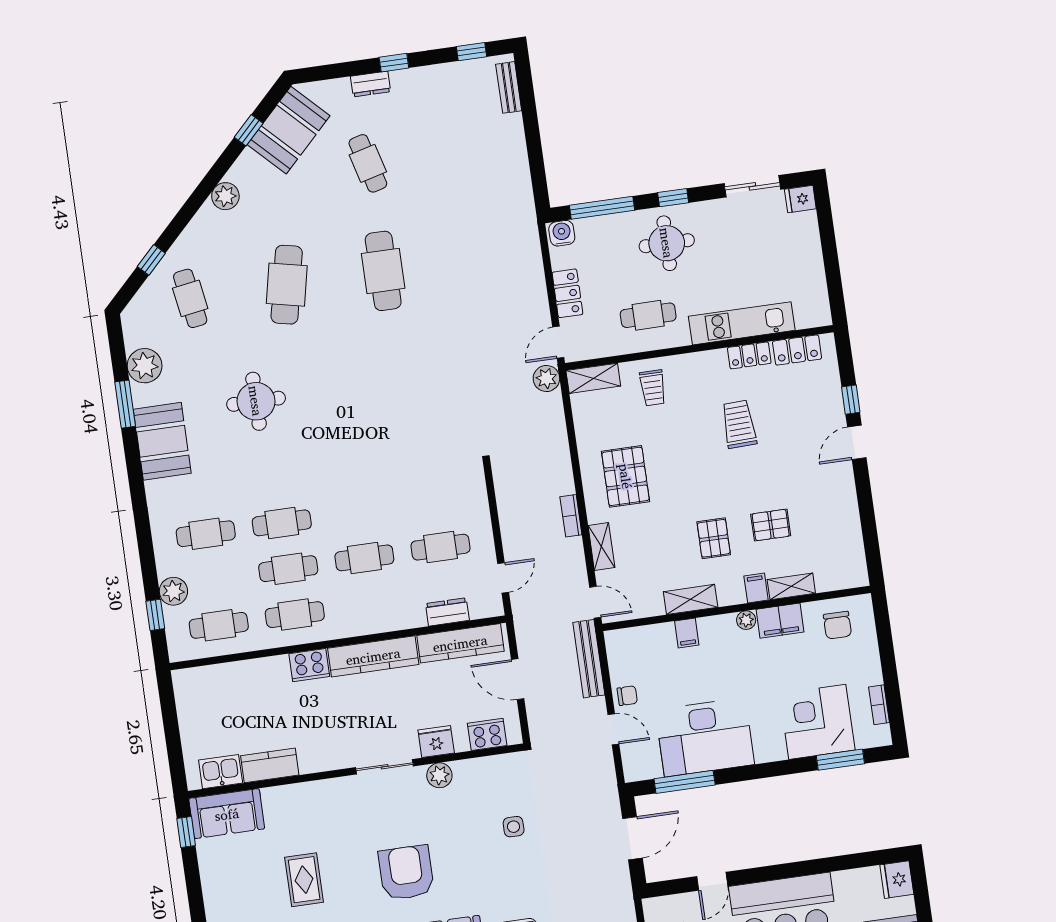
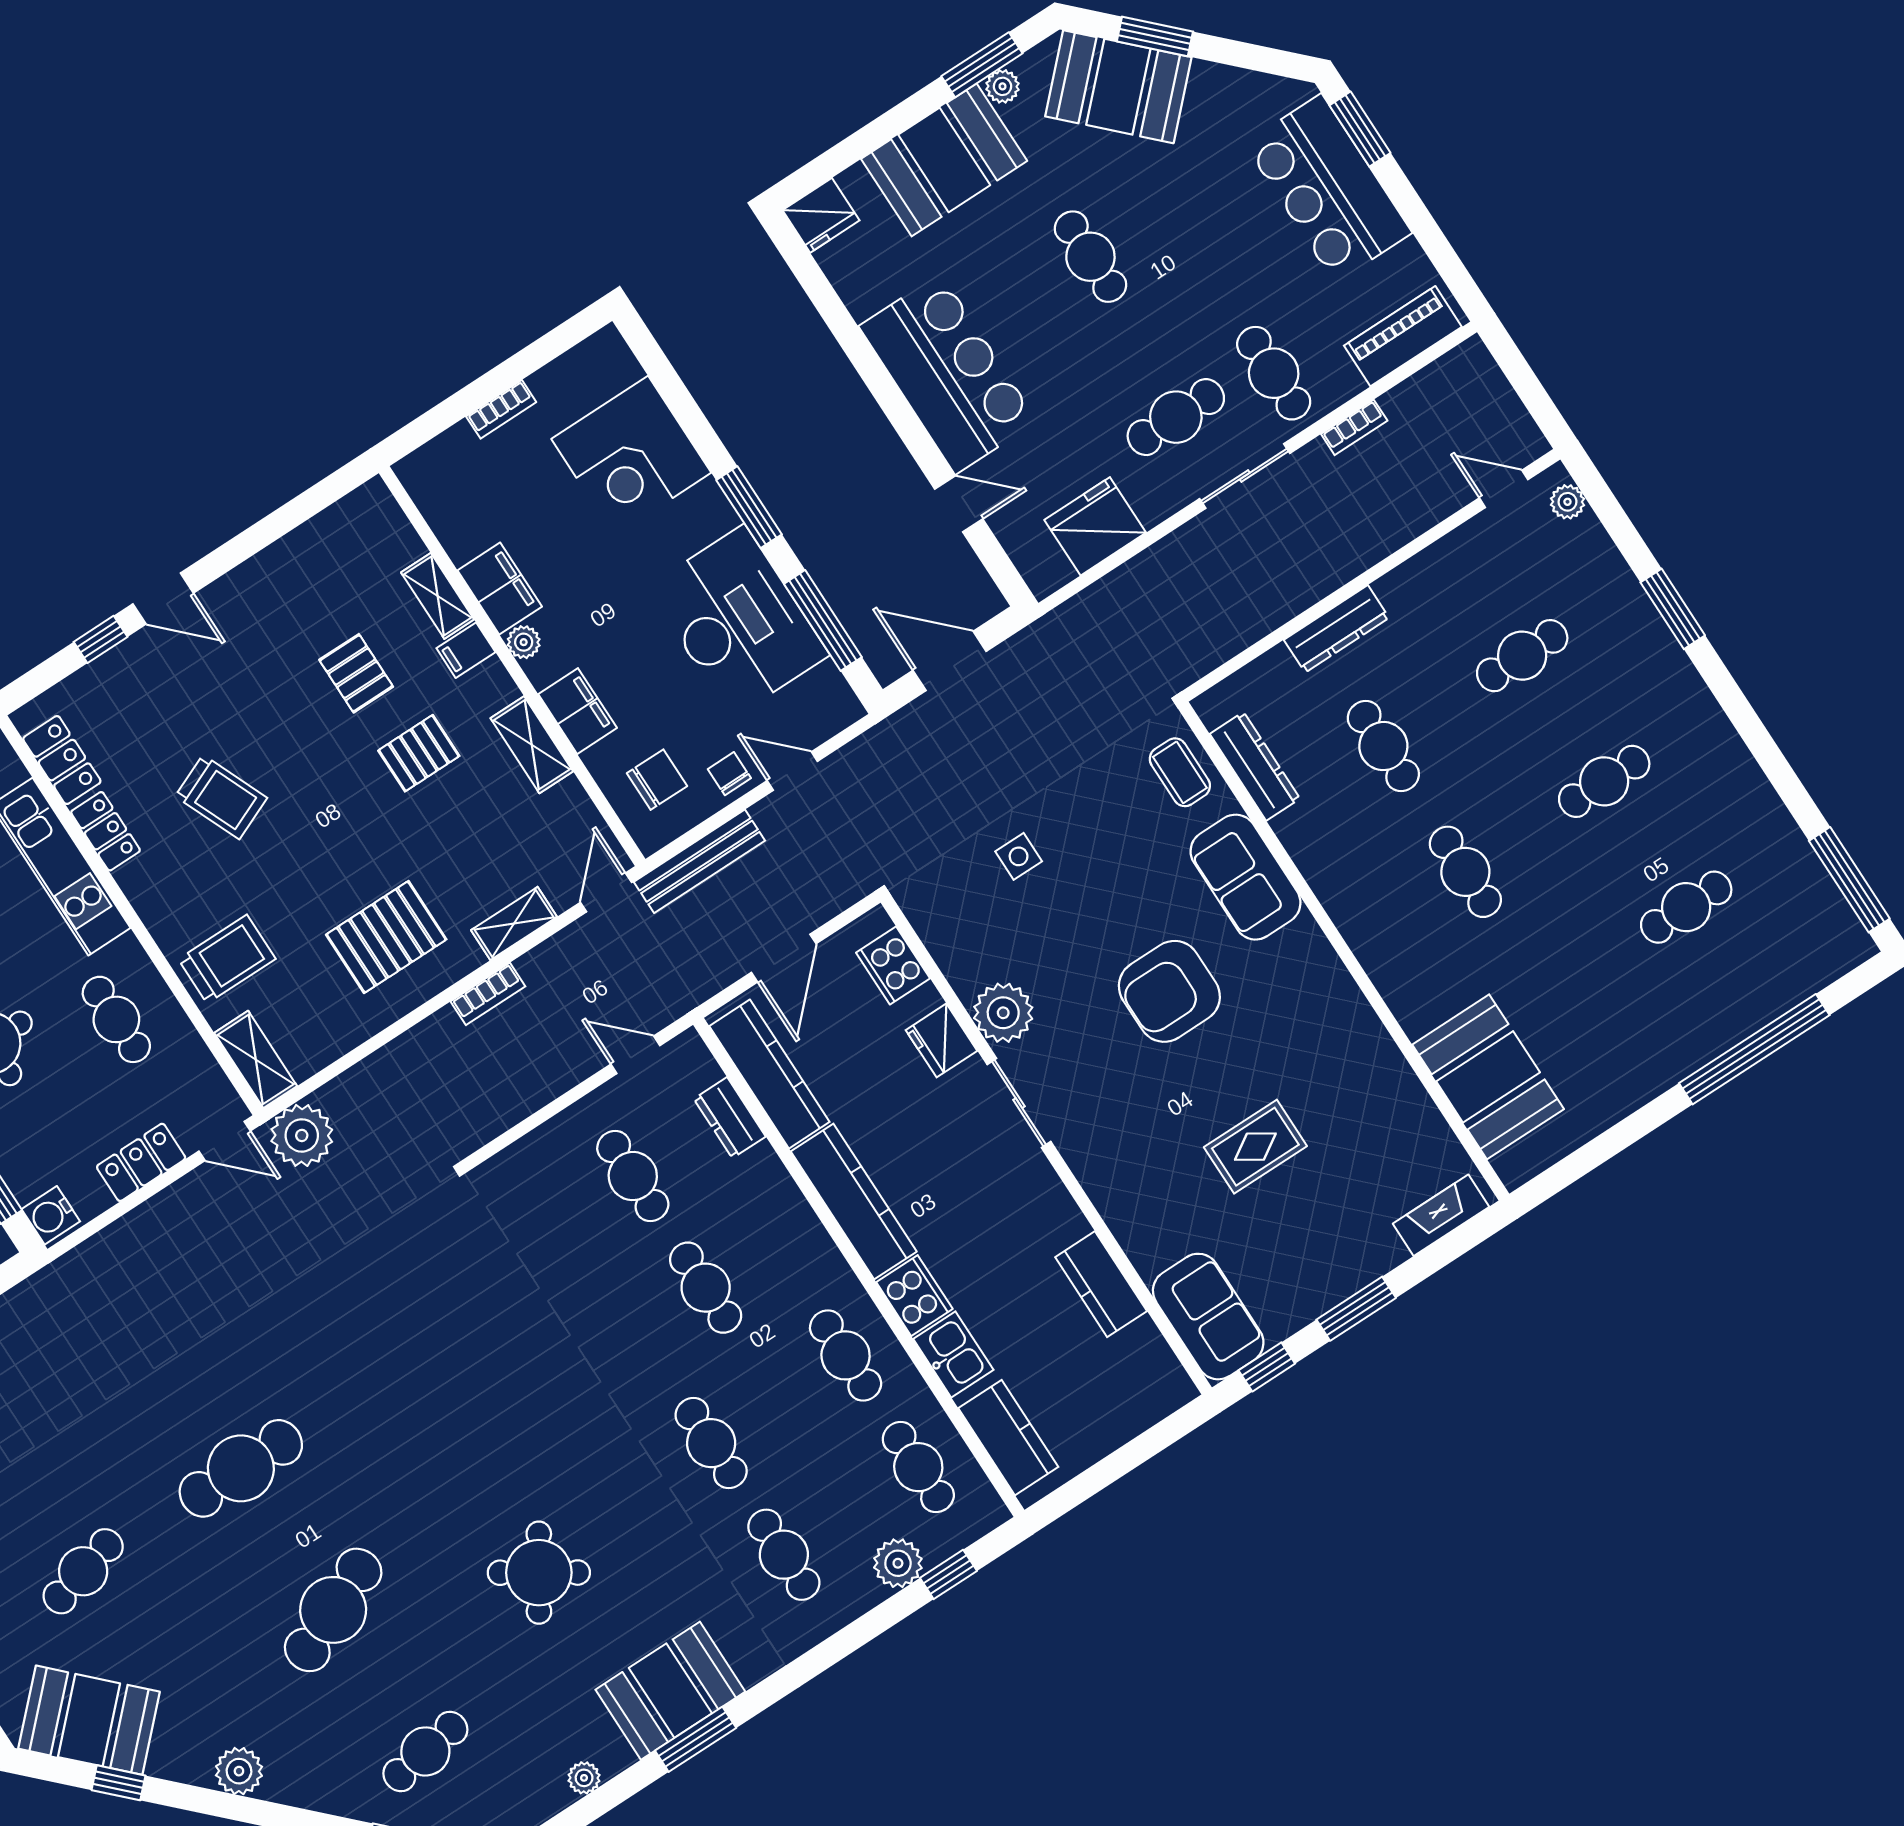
cafe table: (287, 285) -> (333, 1610), turned -36
plant: (145, 366) -> (584, 1778), width x0.53, depth x0.53
plant: (546, 378) -> (302, 1135), width x1.36, depth x1.36
trolley: (653, 388) -> (227, 959), width x1.36, depth x1.39
round table: (256, 401) -> (539, 1573), turned 33
window: (125, 404) -> (696, 1739), moved
trolley: (739, 424) -> (221, 797), turned -111
cafe table: (288, 569) -> (778, 1399), removed
chair: (837, 625) -> (657, 780), moved
filing cabinet: (687, 633) -> (578, 711), width x2.00
kitchen counter: (212, 680) -> (1008, 1438), added
bookcase: (879, 705) -> (501, 409), moved
door: (613, 729) -> (792, 771), hinge flipped
window: (840, 760) -> (749, 507), moved
kitchen sink: (221, 772) -> (953, 1354), moved, turned 180
plant: (439, 775) -> (1003, 1013), width x1.36, depth x1.36
window: (195, 893) -> (1356, 1309), added

